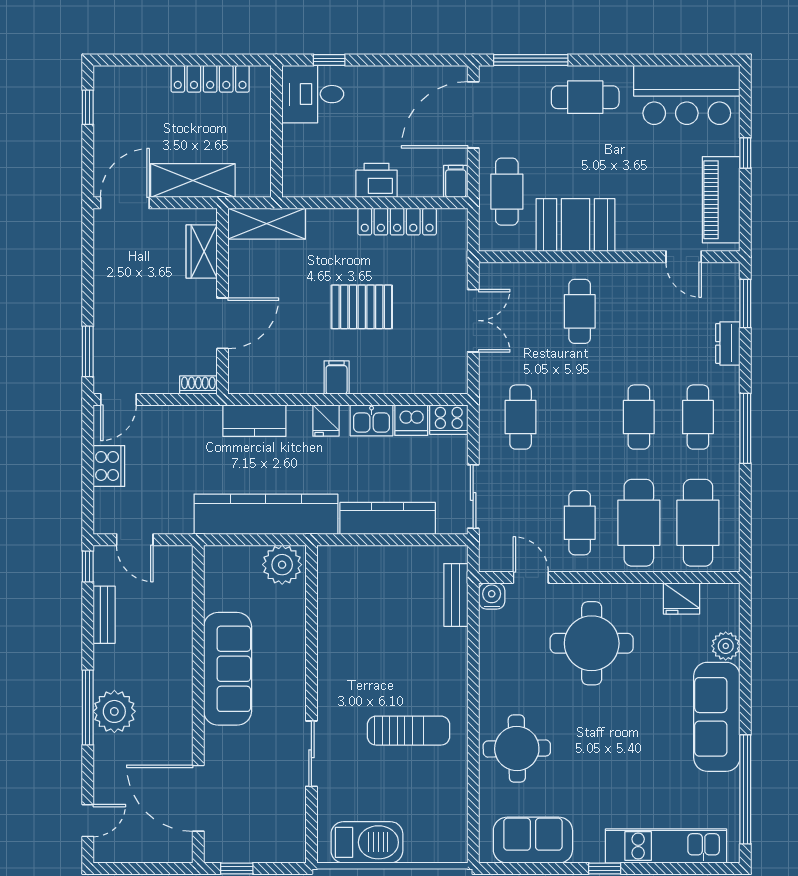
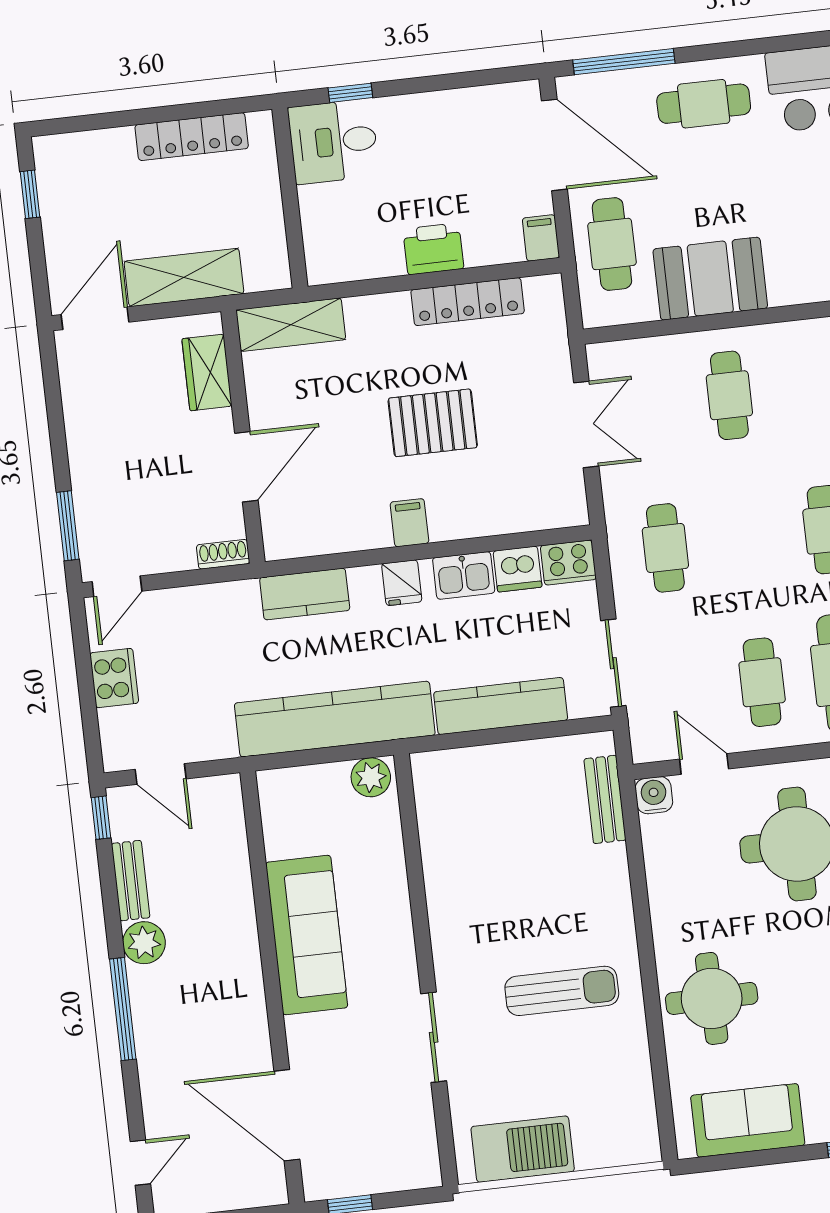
door: (473, 115) -> (554, 145), swing flipped
plant: (282, 565) -> (371, 777), width x0.73, depth x0.73
plant: (114, 711) -> (144, 943), moved, width x0.73, depth x0.73

